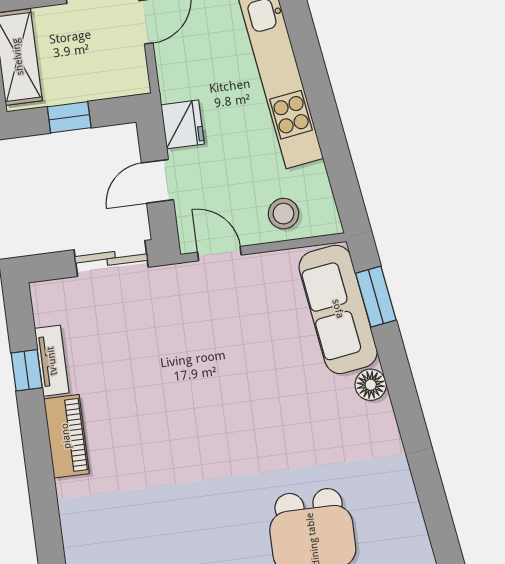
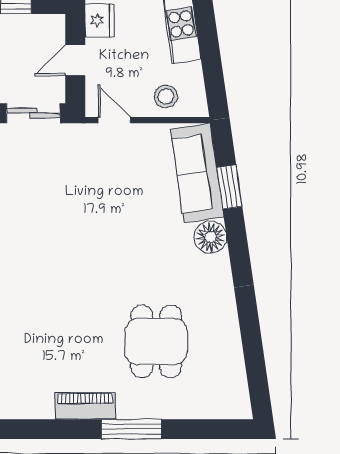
window: (376, 297) -> (229, 187), moved
floor lamp: (371, 385) -> (210, 237), width x1.38, depth x1.38

